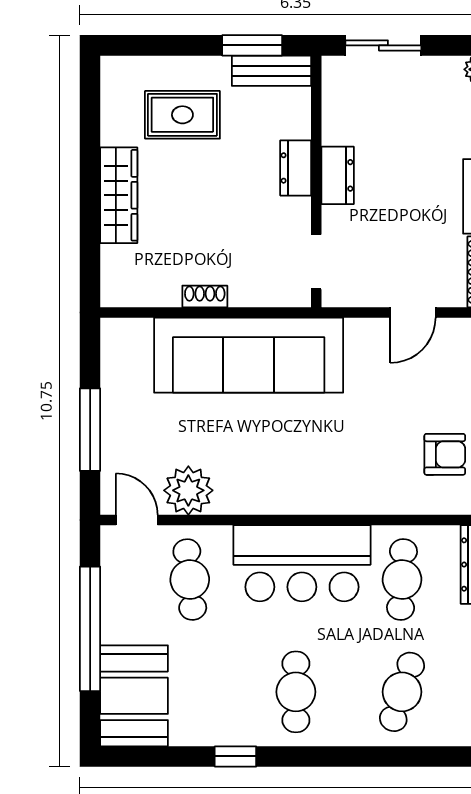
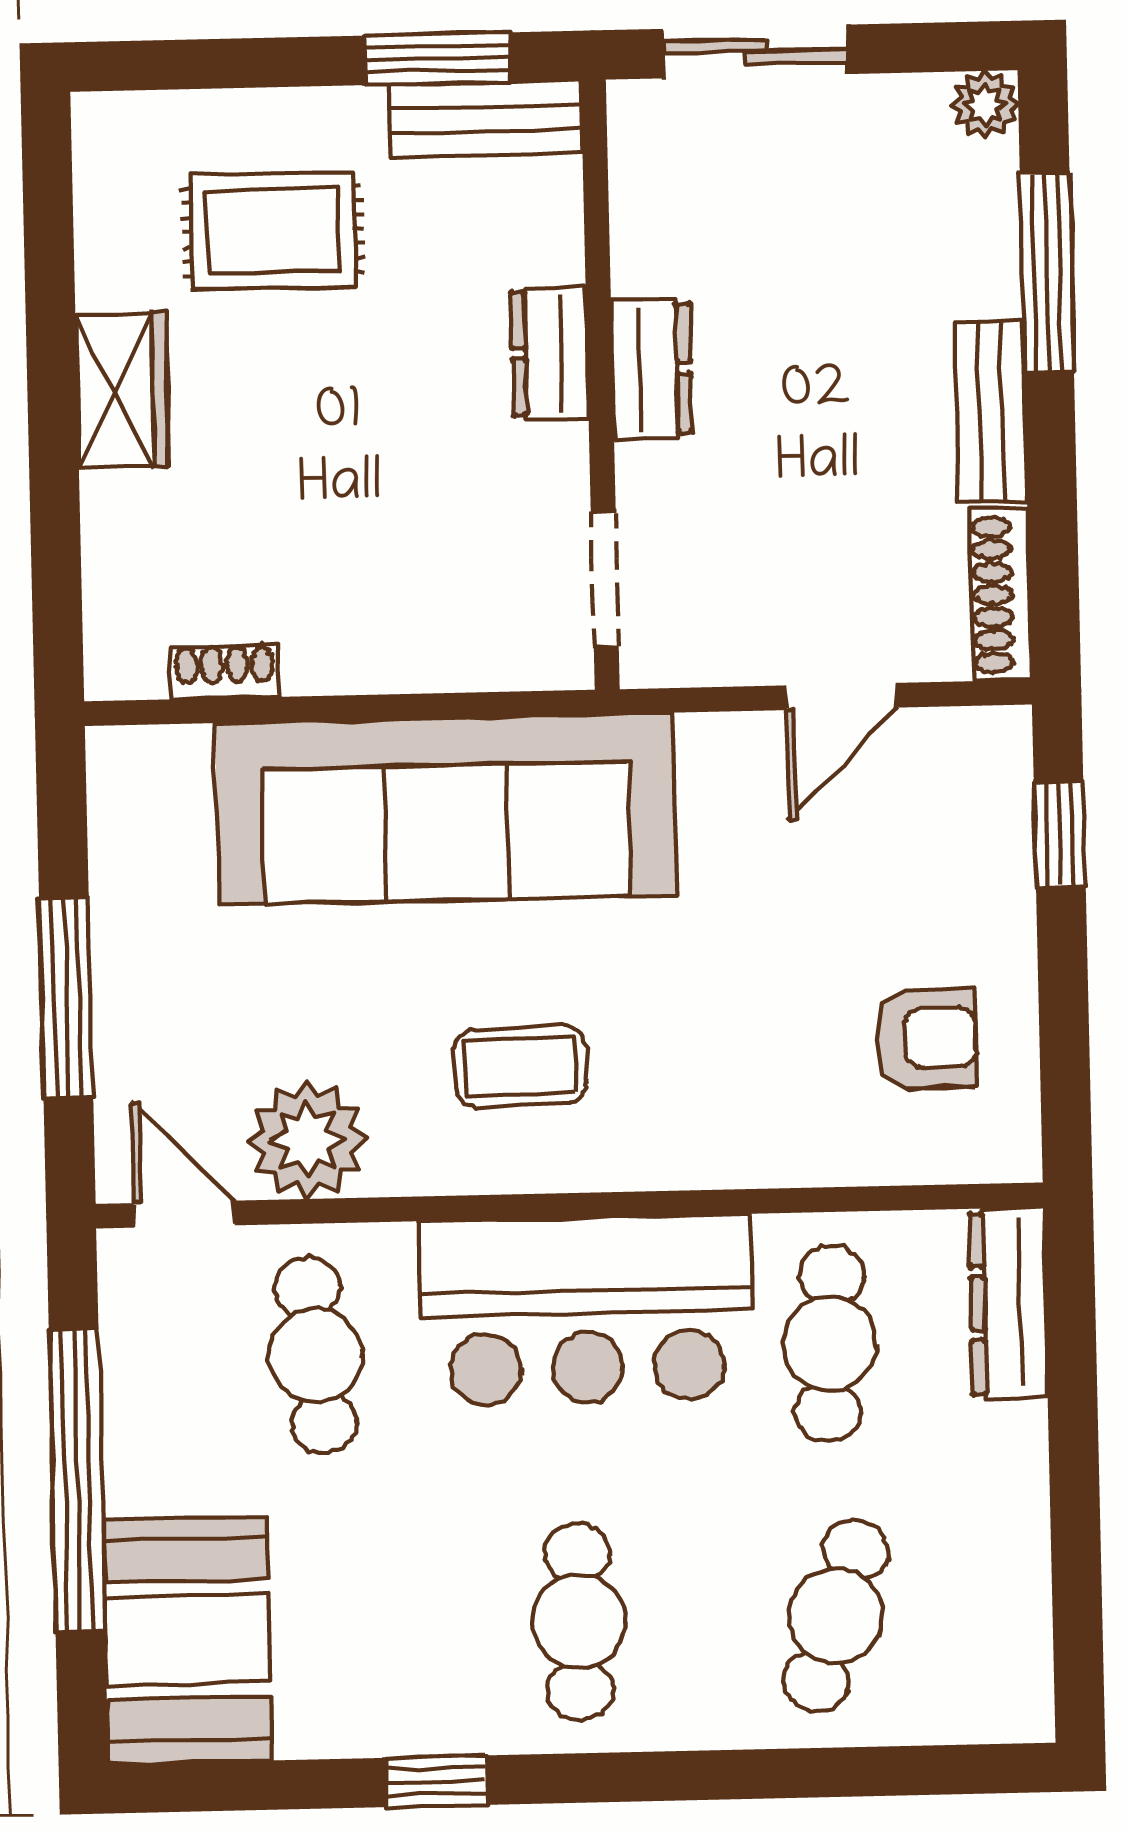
wardrobe: (119, 195) -> (122, 390), width x0.67
shoe rack: (205, 296) -> (225, 672), moved
coffee table: (277, 462) -> (520, 1066), added

